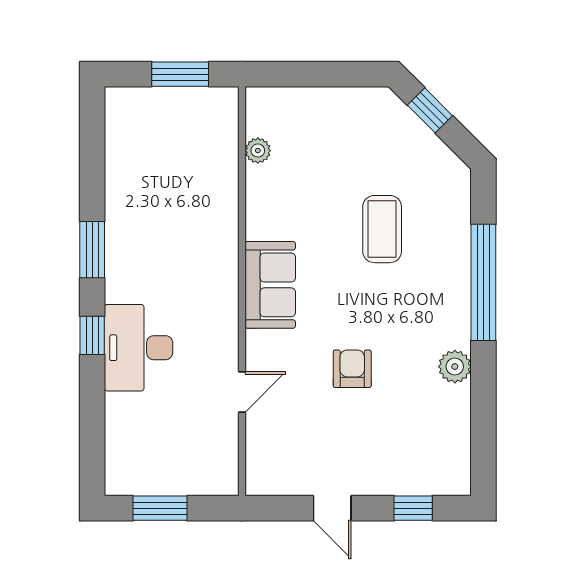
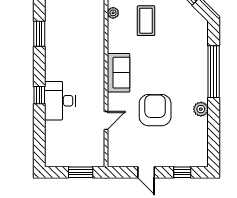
coffee table: (382, 229) -> (146, 21), moved
window: (92, 250) -> (39, 34), moved
armchair: (352, 369) -> (155, 110), width x1.88, depth x1.88
window: (160, 508) -> (81, 172), moved

